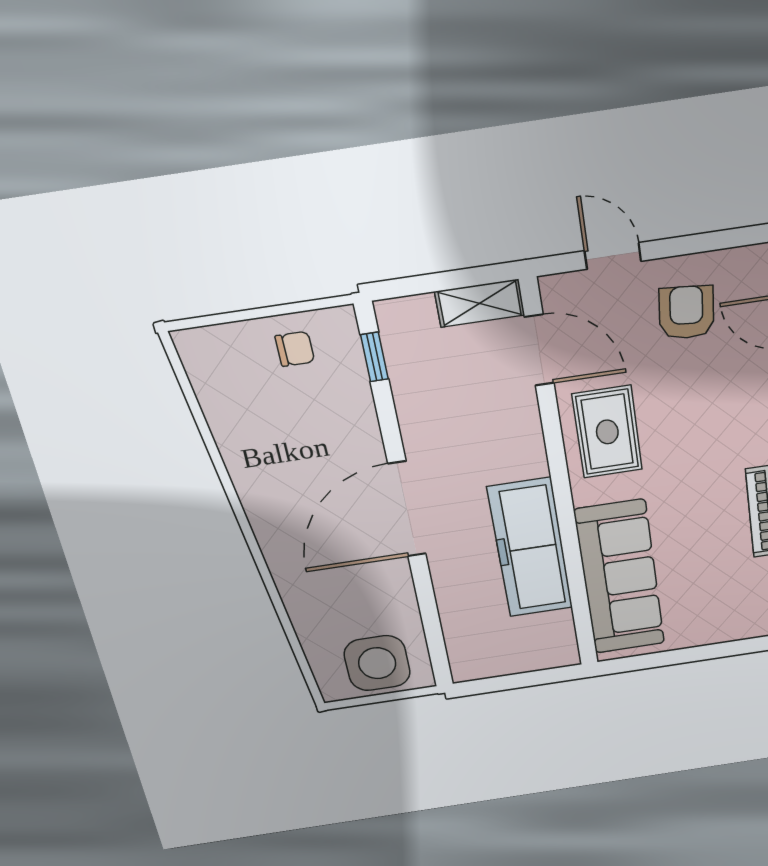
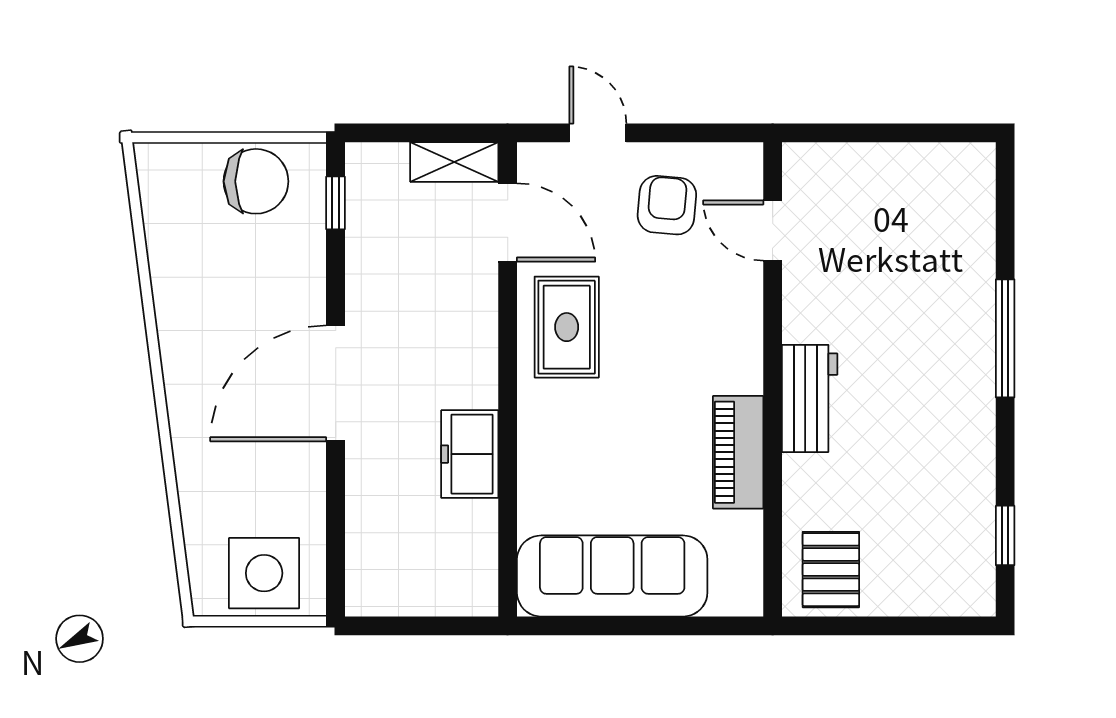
chair: (295, 349) -> (256, 181), width x1.87, depth x1.87
freezer: (530, 548) -> (470, 454), width x0.52, depth x0.79
sofa: (620, 578) -> (612, 576), moved, turned -90

